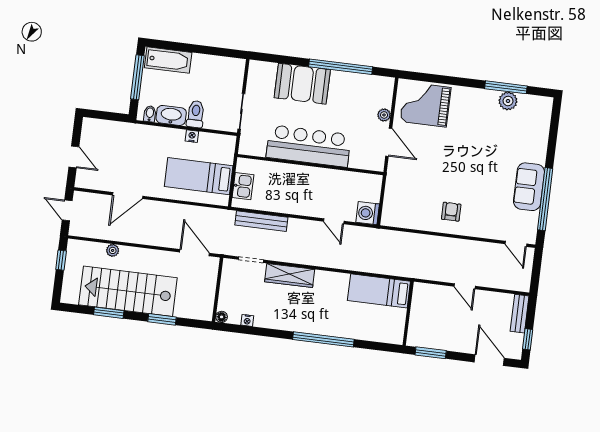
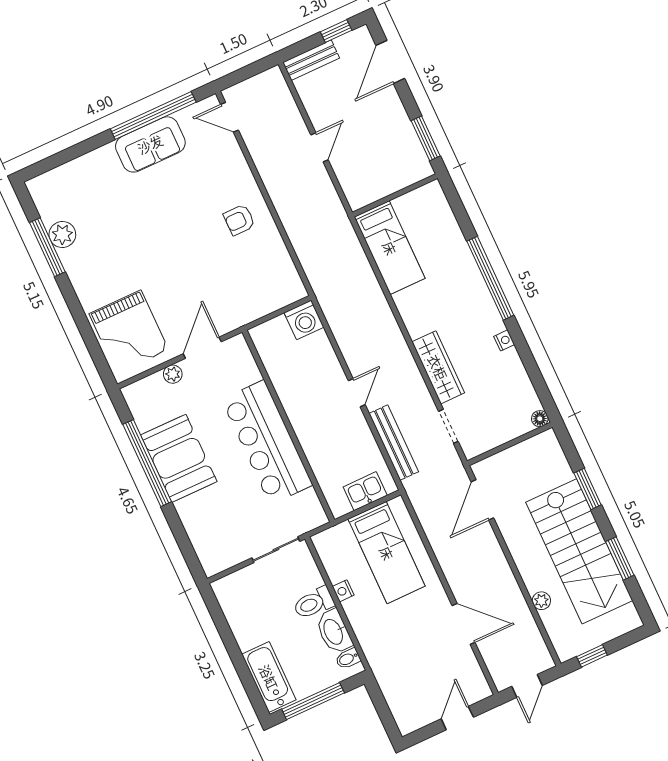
booth: (302, 84) -> (179, 458), moved
door: (334, 221) -> (357, 393), moved
door: (516, 244) -> (229, 117), swing flipped
nightstand: (247, 320) -> (504, 340), moved

